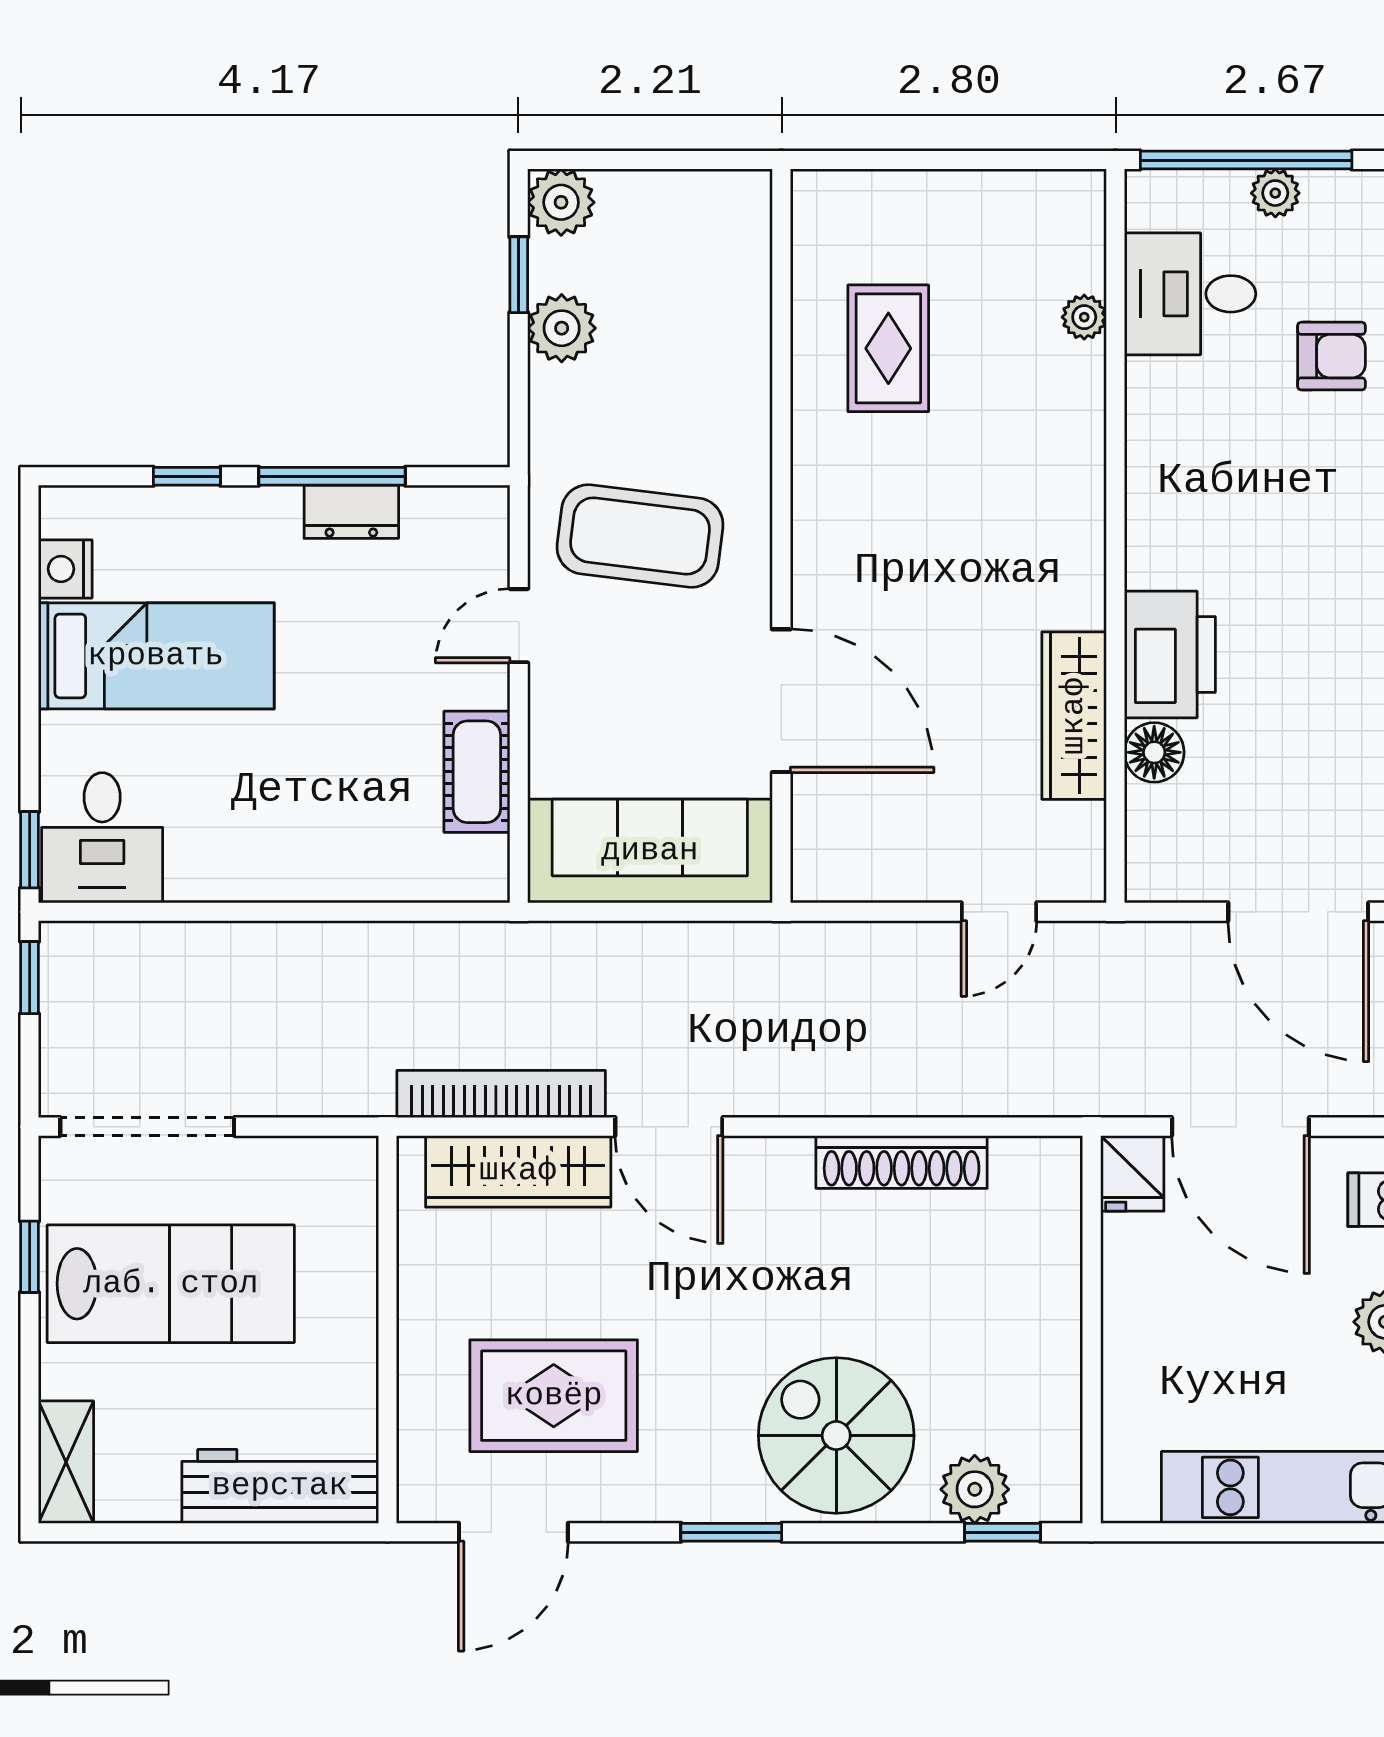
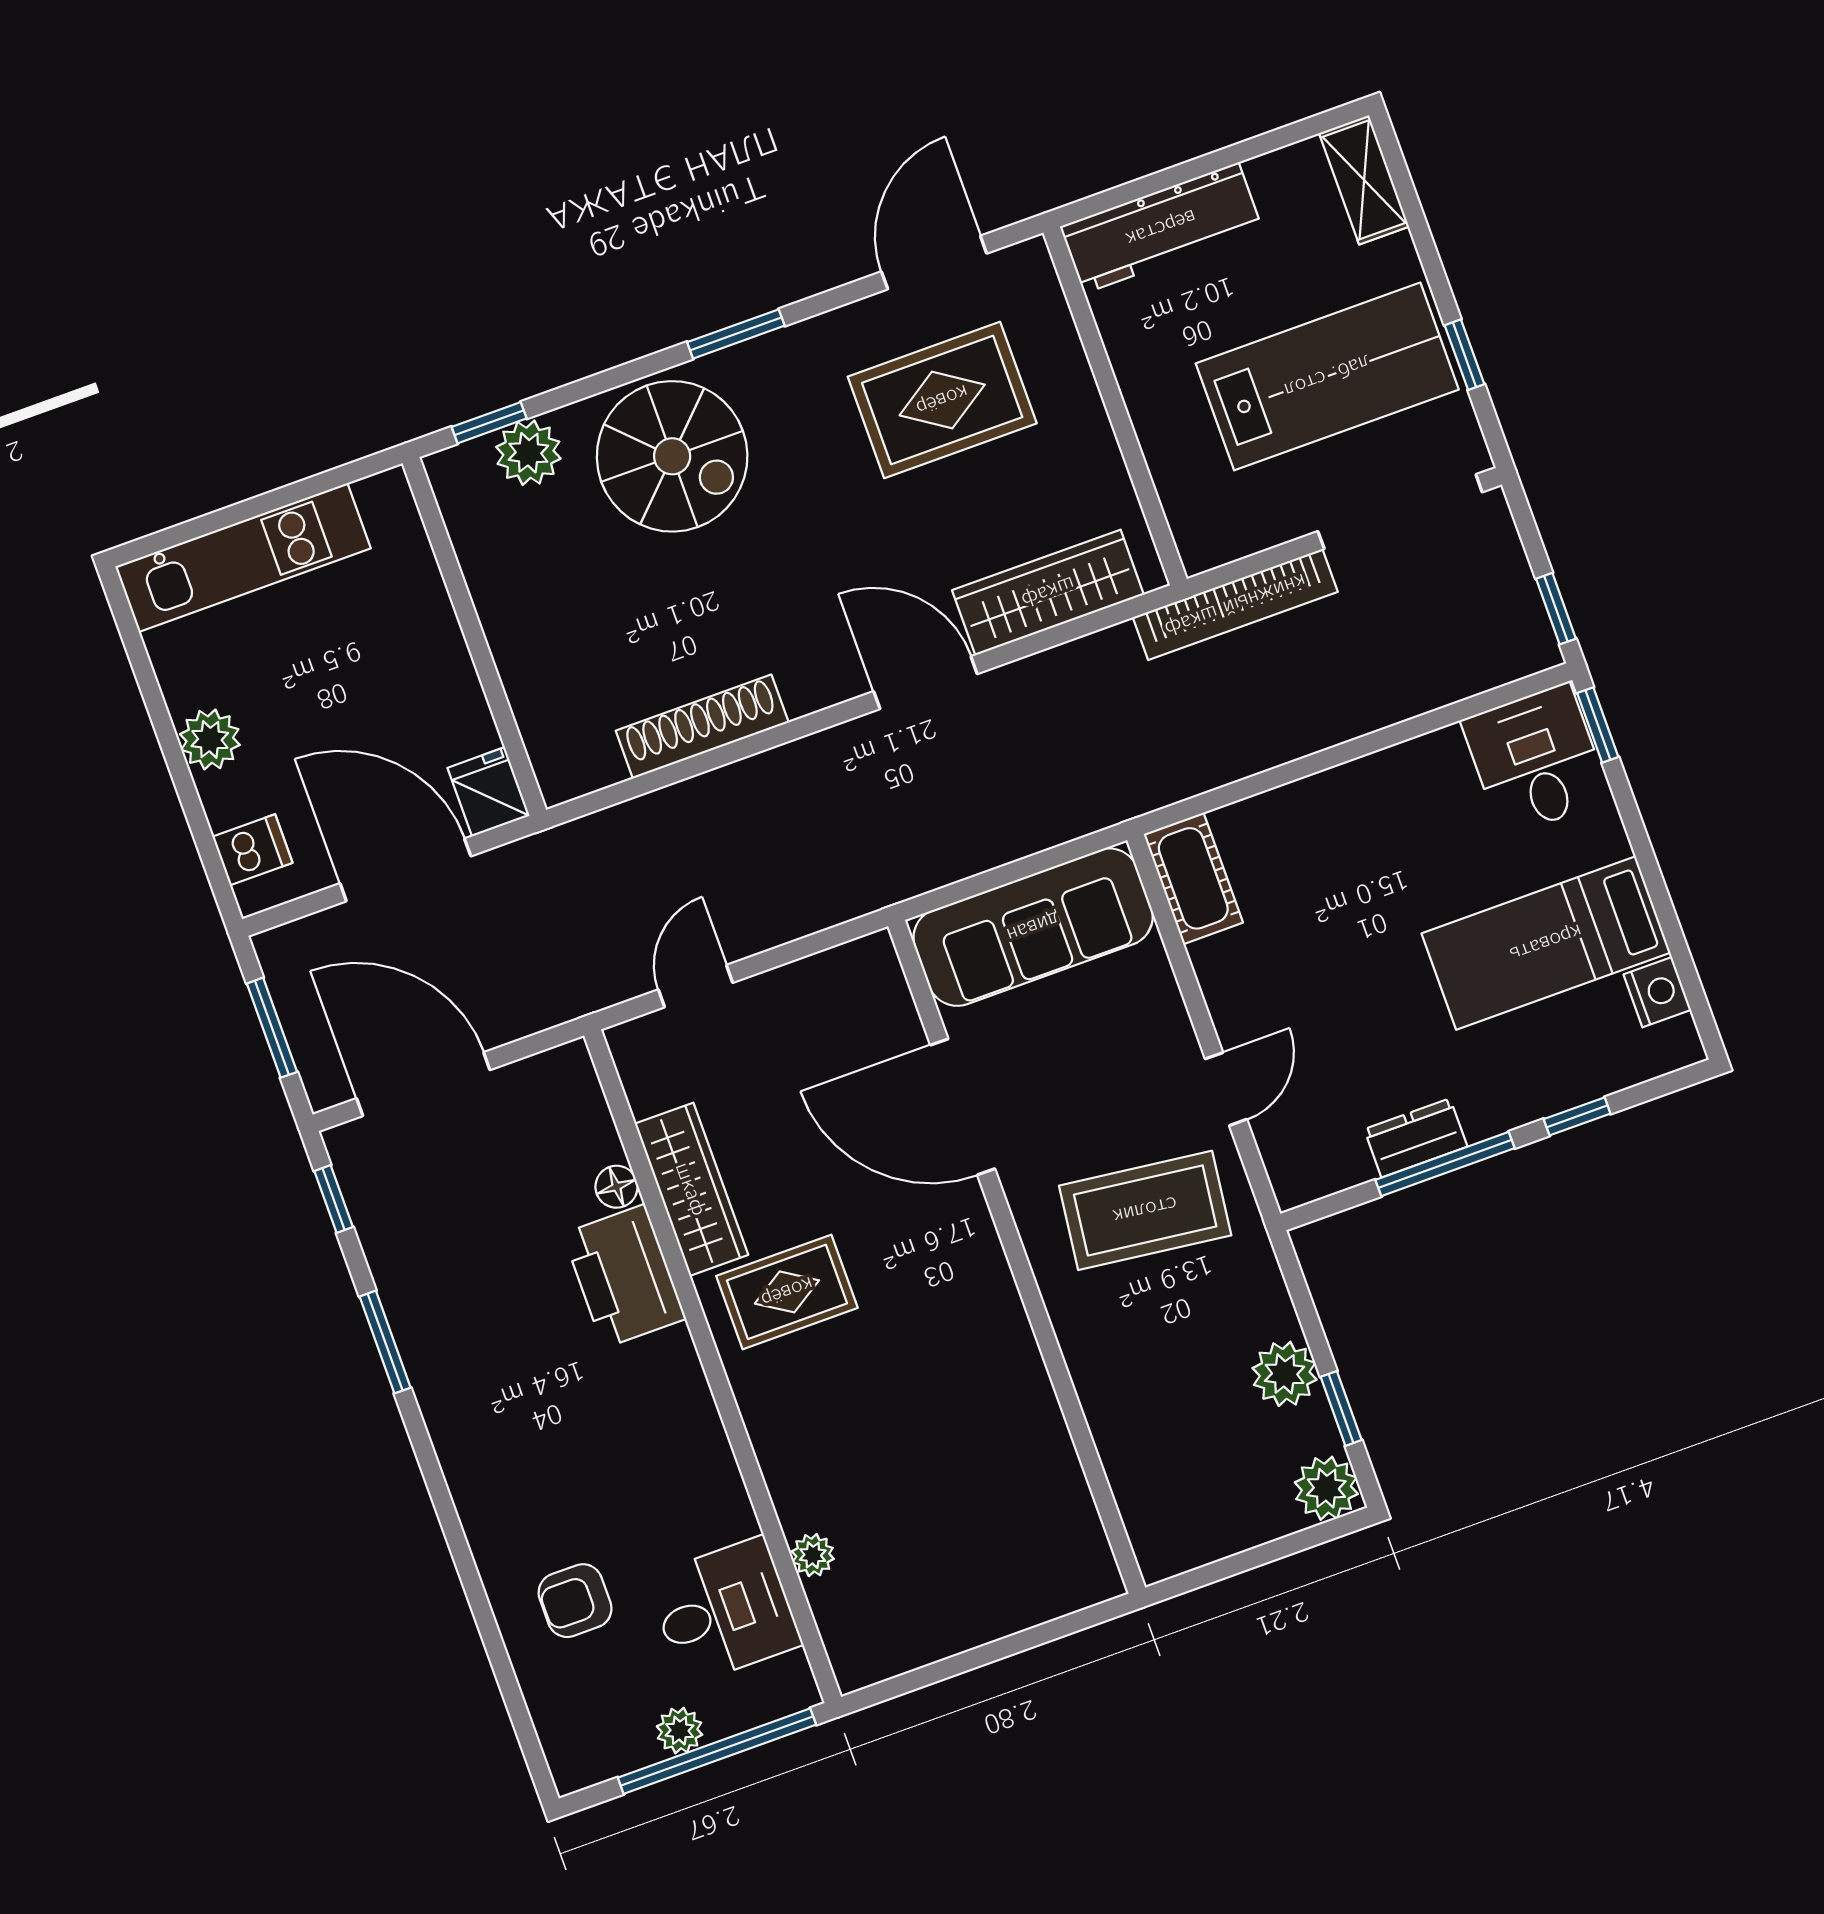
rug: (888, 348) -> (787, 1292), moved, turned 90
floor lamp: (1154, 752) -> (616, 1187), width x0.73, depth x0.73
cot: (477, 772) -> (1193, 878), moved
bookcase: (501, 1094) -> (1235, 605), moved
lab bench: (171, 1284) -> (1327, 376), turned 180

